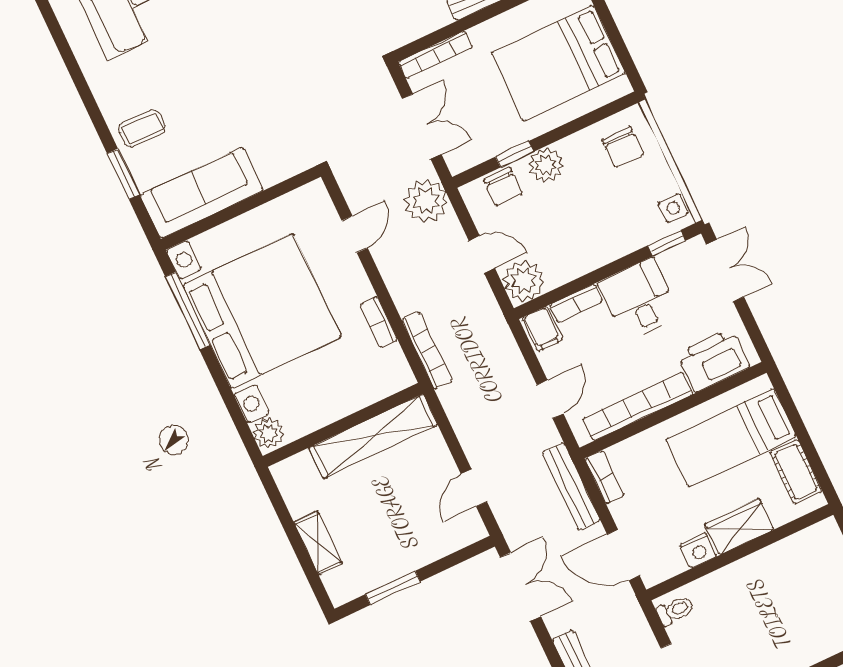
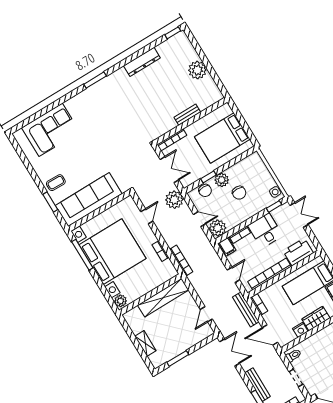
chair: (623, 147) -> (239, 193), moved
sofa: (202, 193) -> (89, 200), width x1.36, depth x1.27

